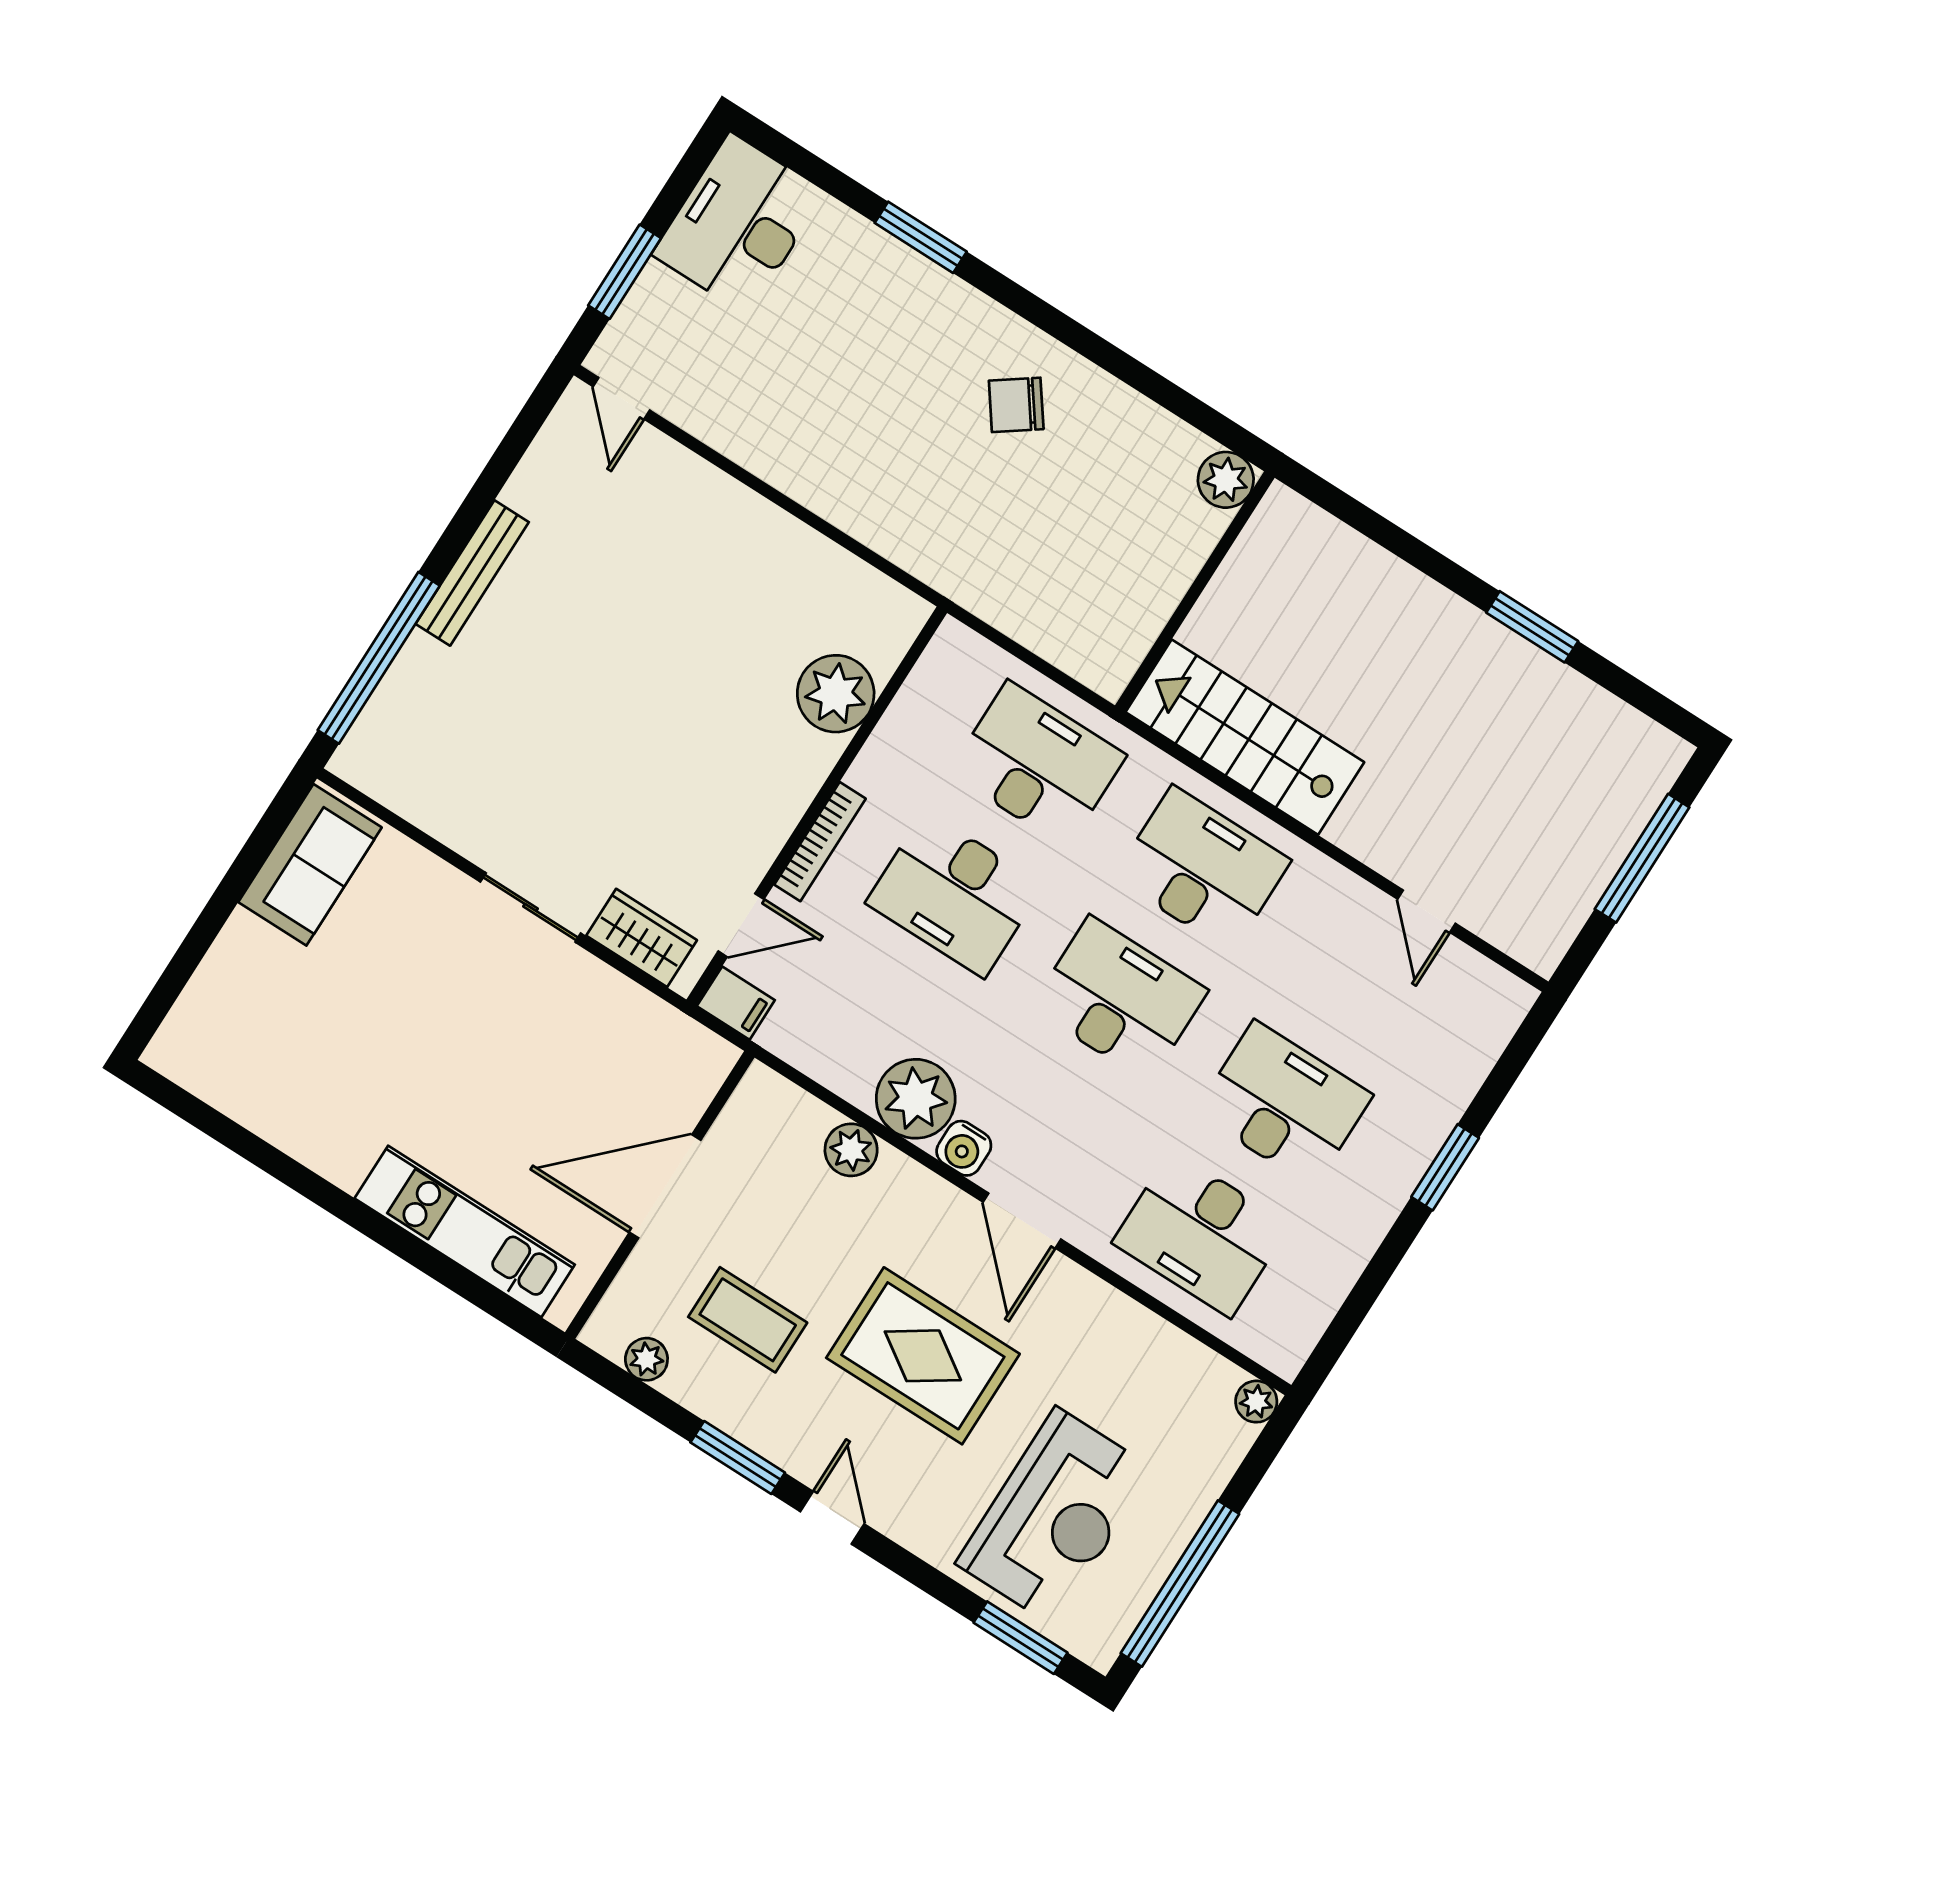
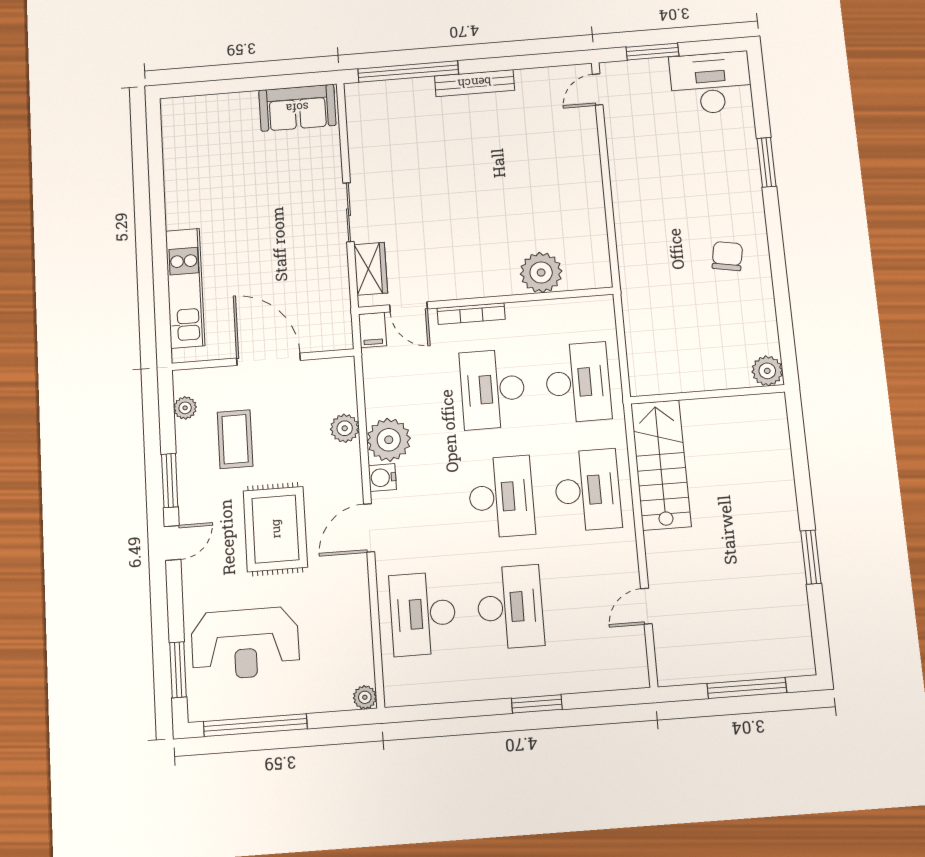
chair: (1016, 405) -> (727, 256), turned 46

